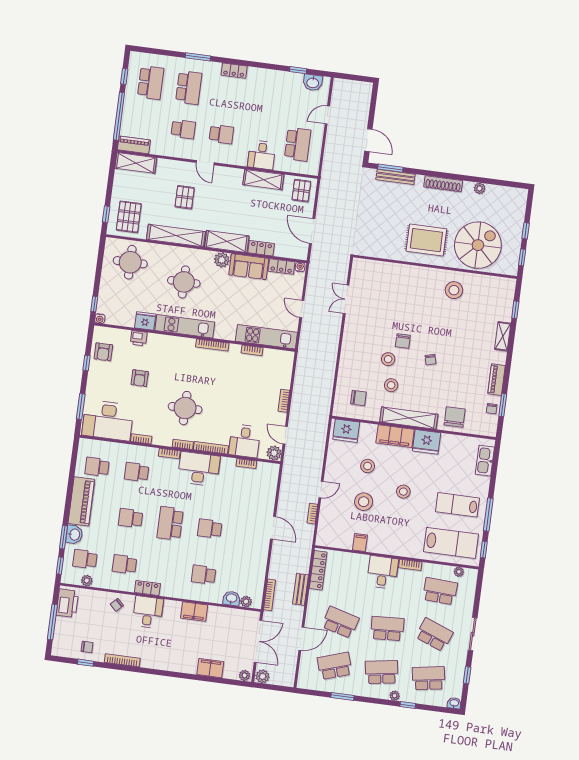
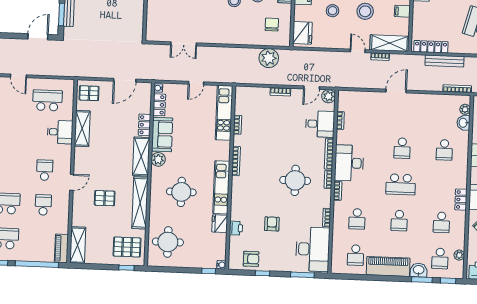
armchair: (140, 378) -> (272, 224), turned -90
plant: (322, 391) -> (269, 58), added
shelving: (326, 525) -> (389, 43), added
bench: (301, 589) -> (444, 61), width x1.36

